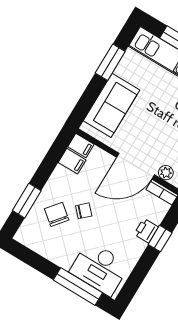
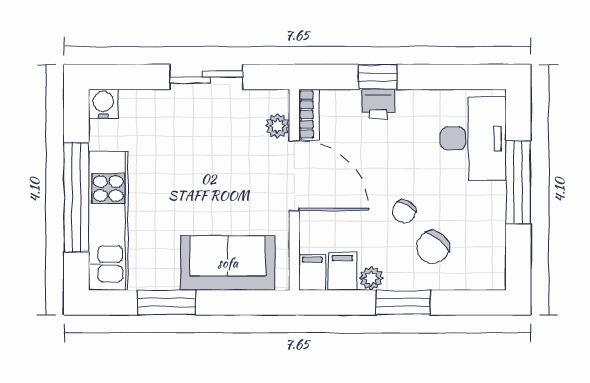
plant: (60, 174) -> (371, 278), added
window: (27, 201) -> (403, 302), moved
chair: (84, 211) -> (404, 211), turned -109
window: (78, 286) -> (518, 182), moved

